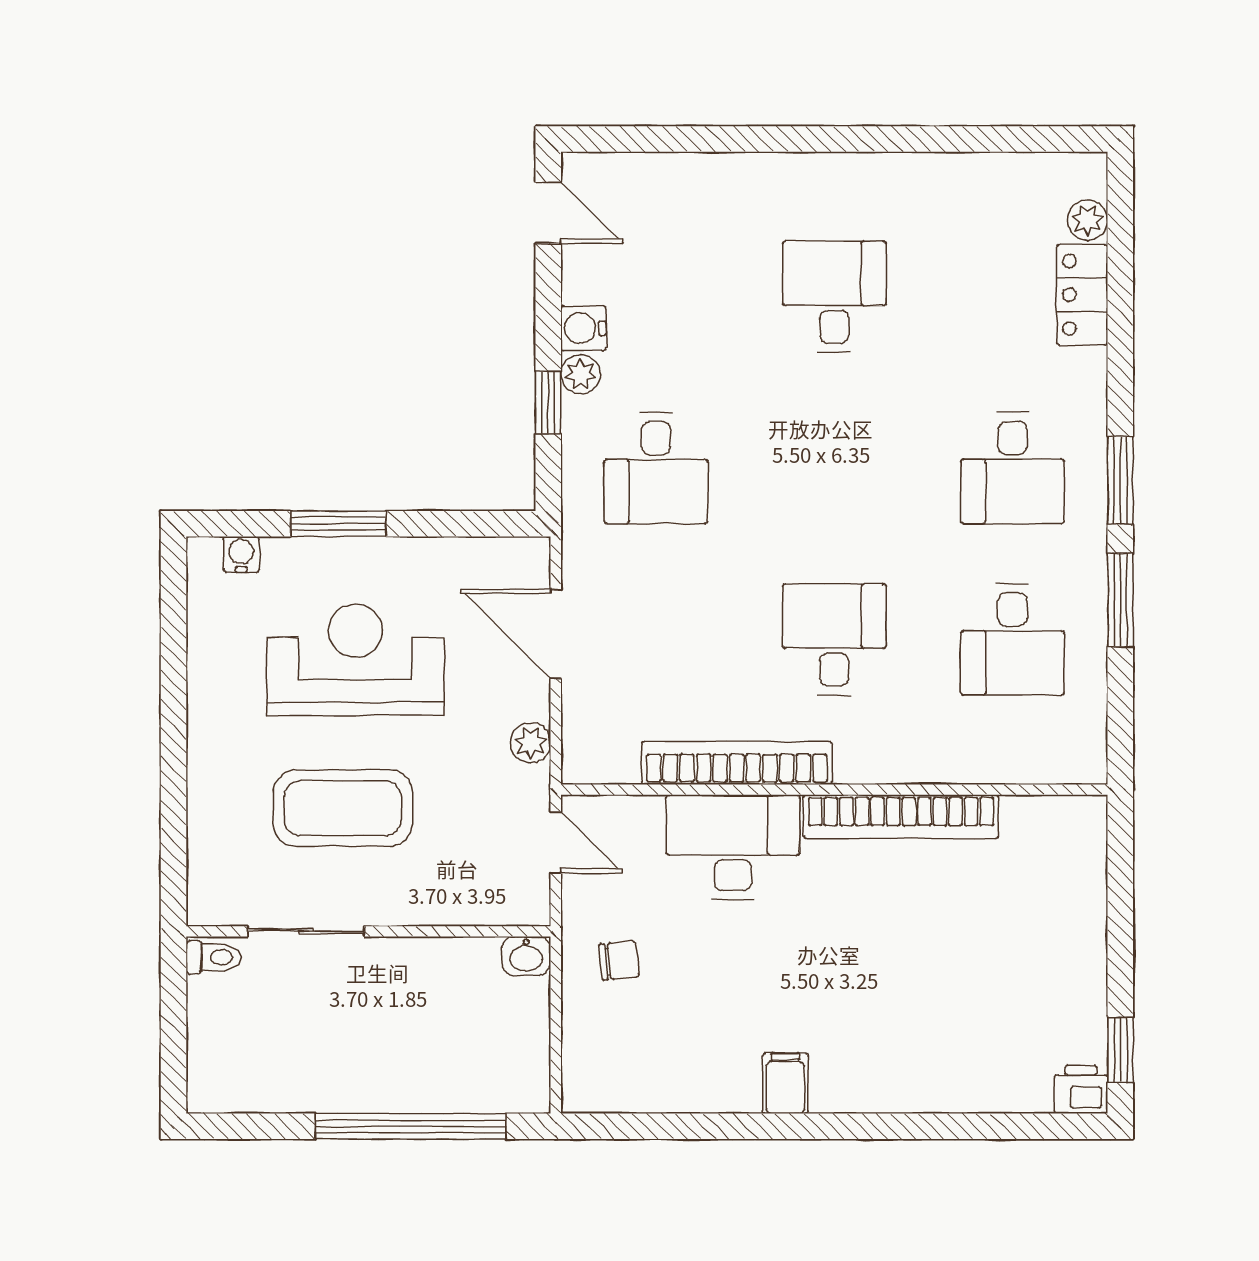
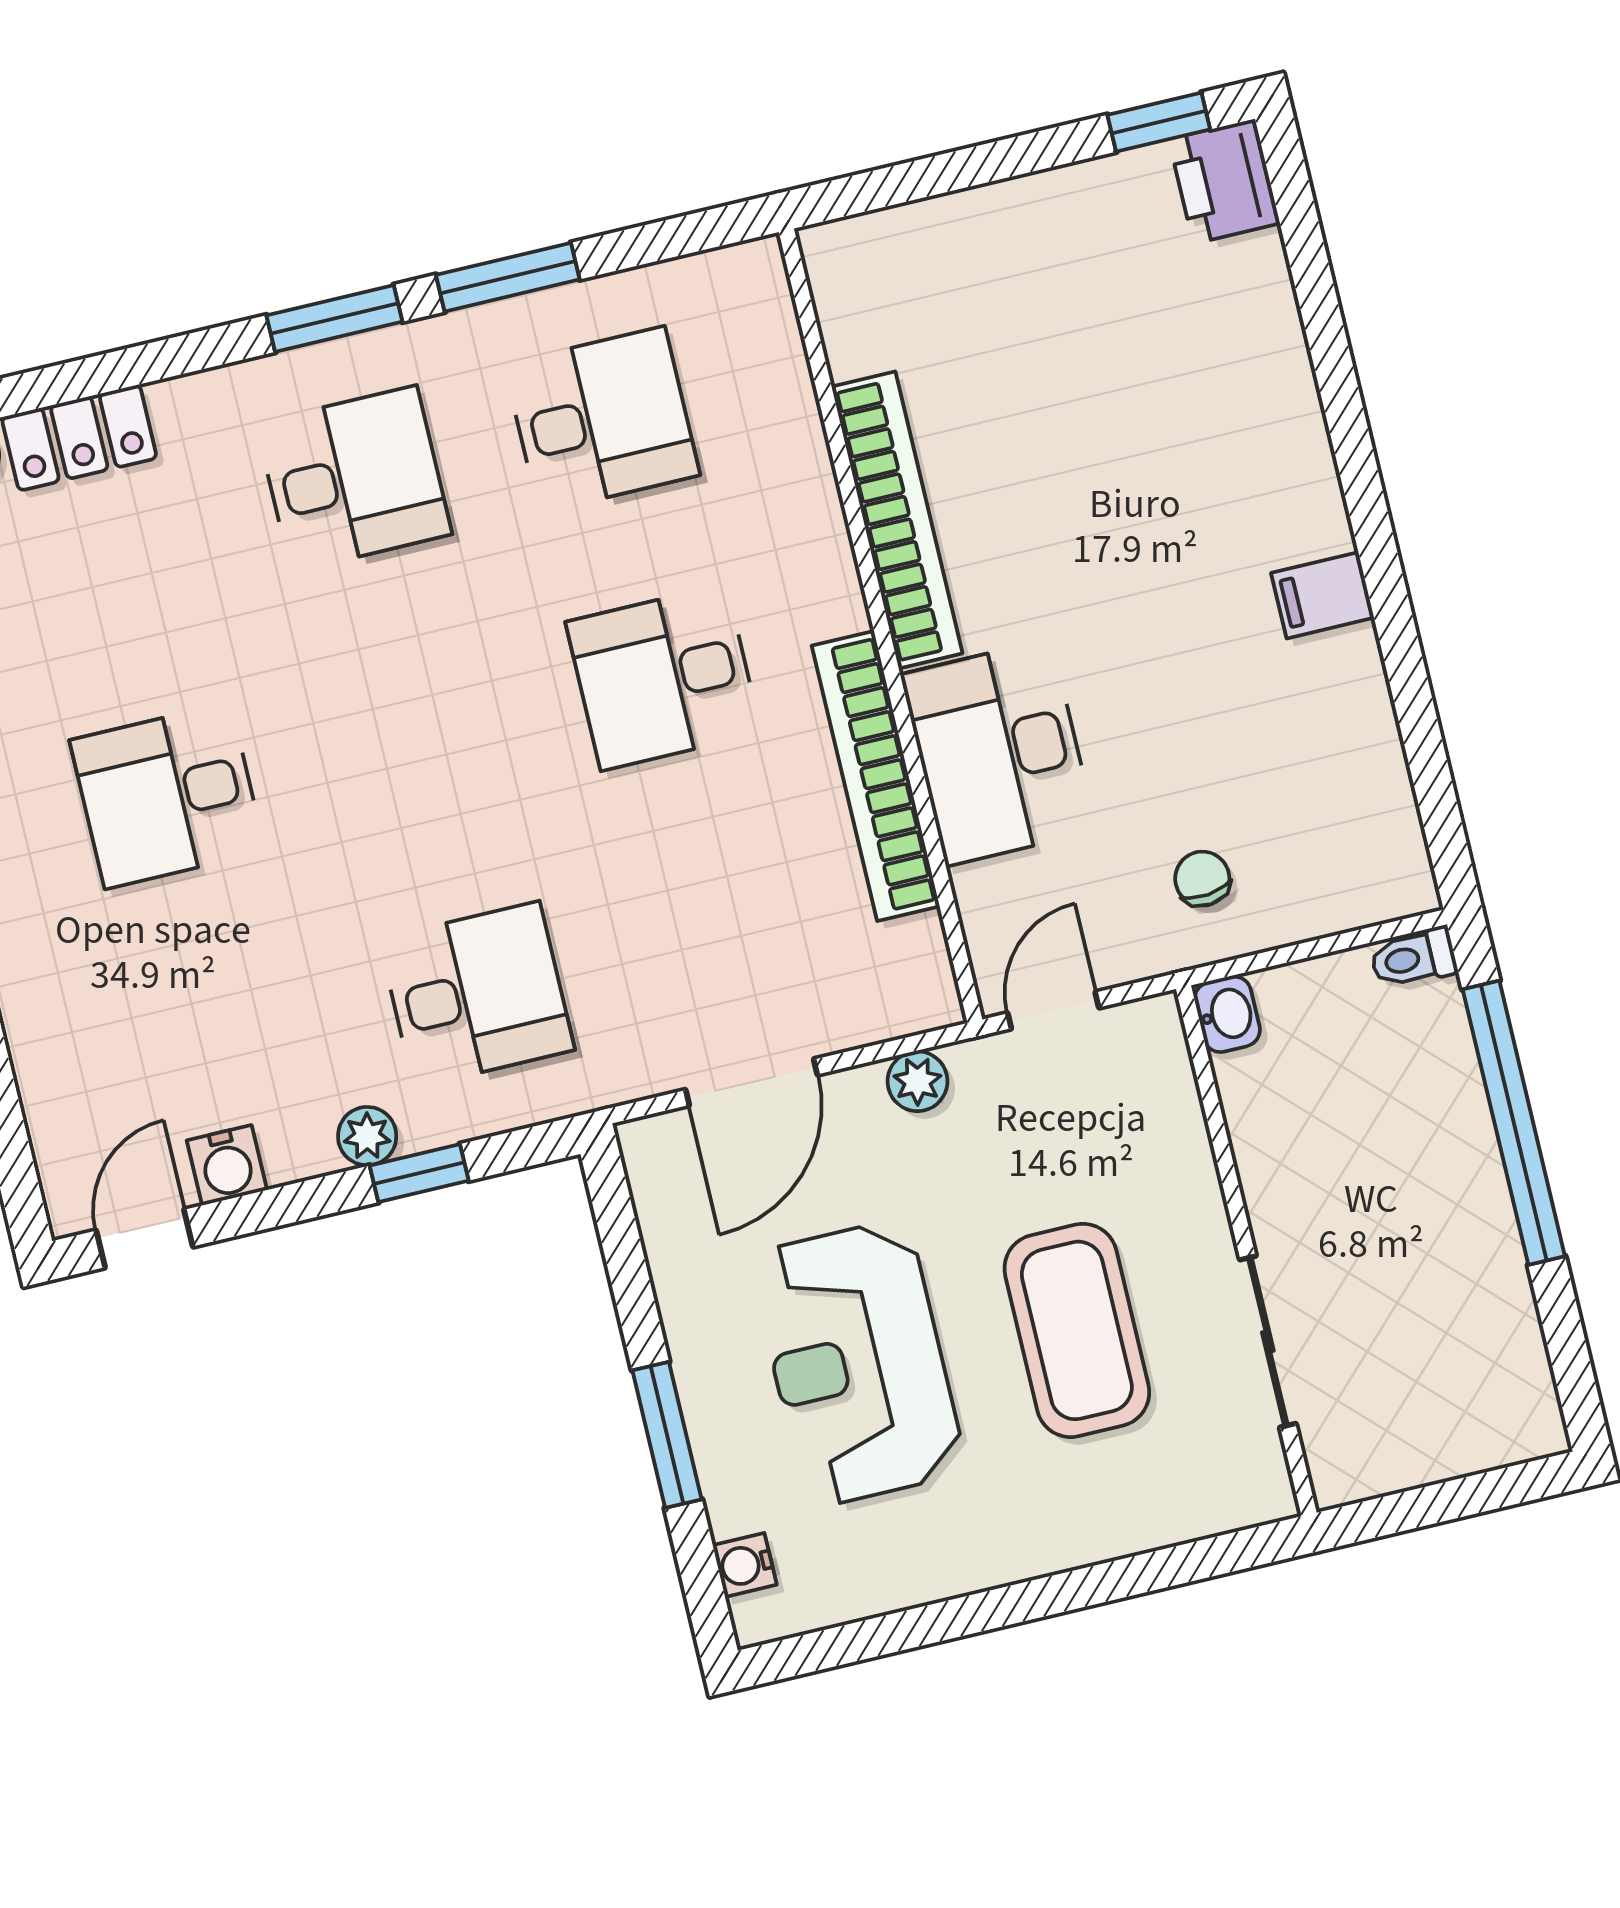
water cooler: (583, 328) -> (227, 1165), moved
toilet: (214, 957) -> (1413, 958), moved, turned -90
printer: (1081, 1089) -> (1224, 181), width x1.36, depth x1.24

